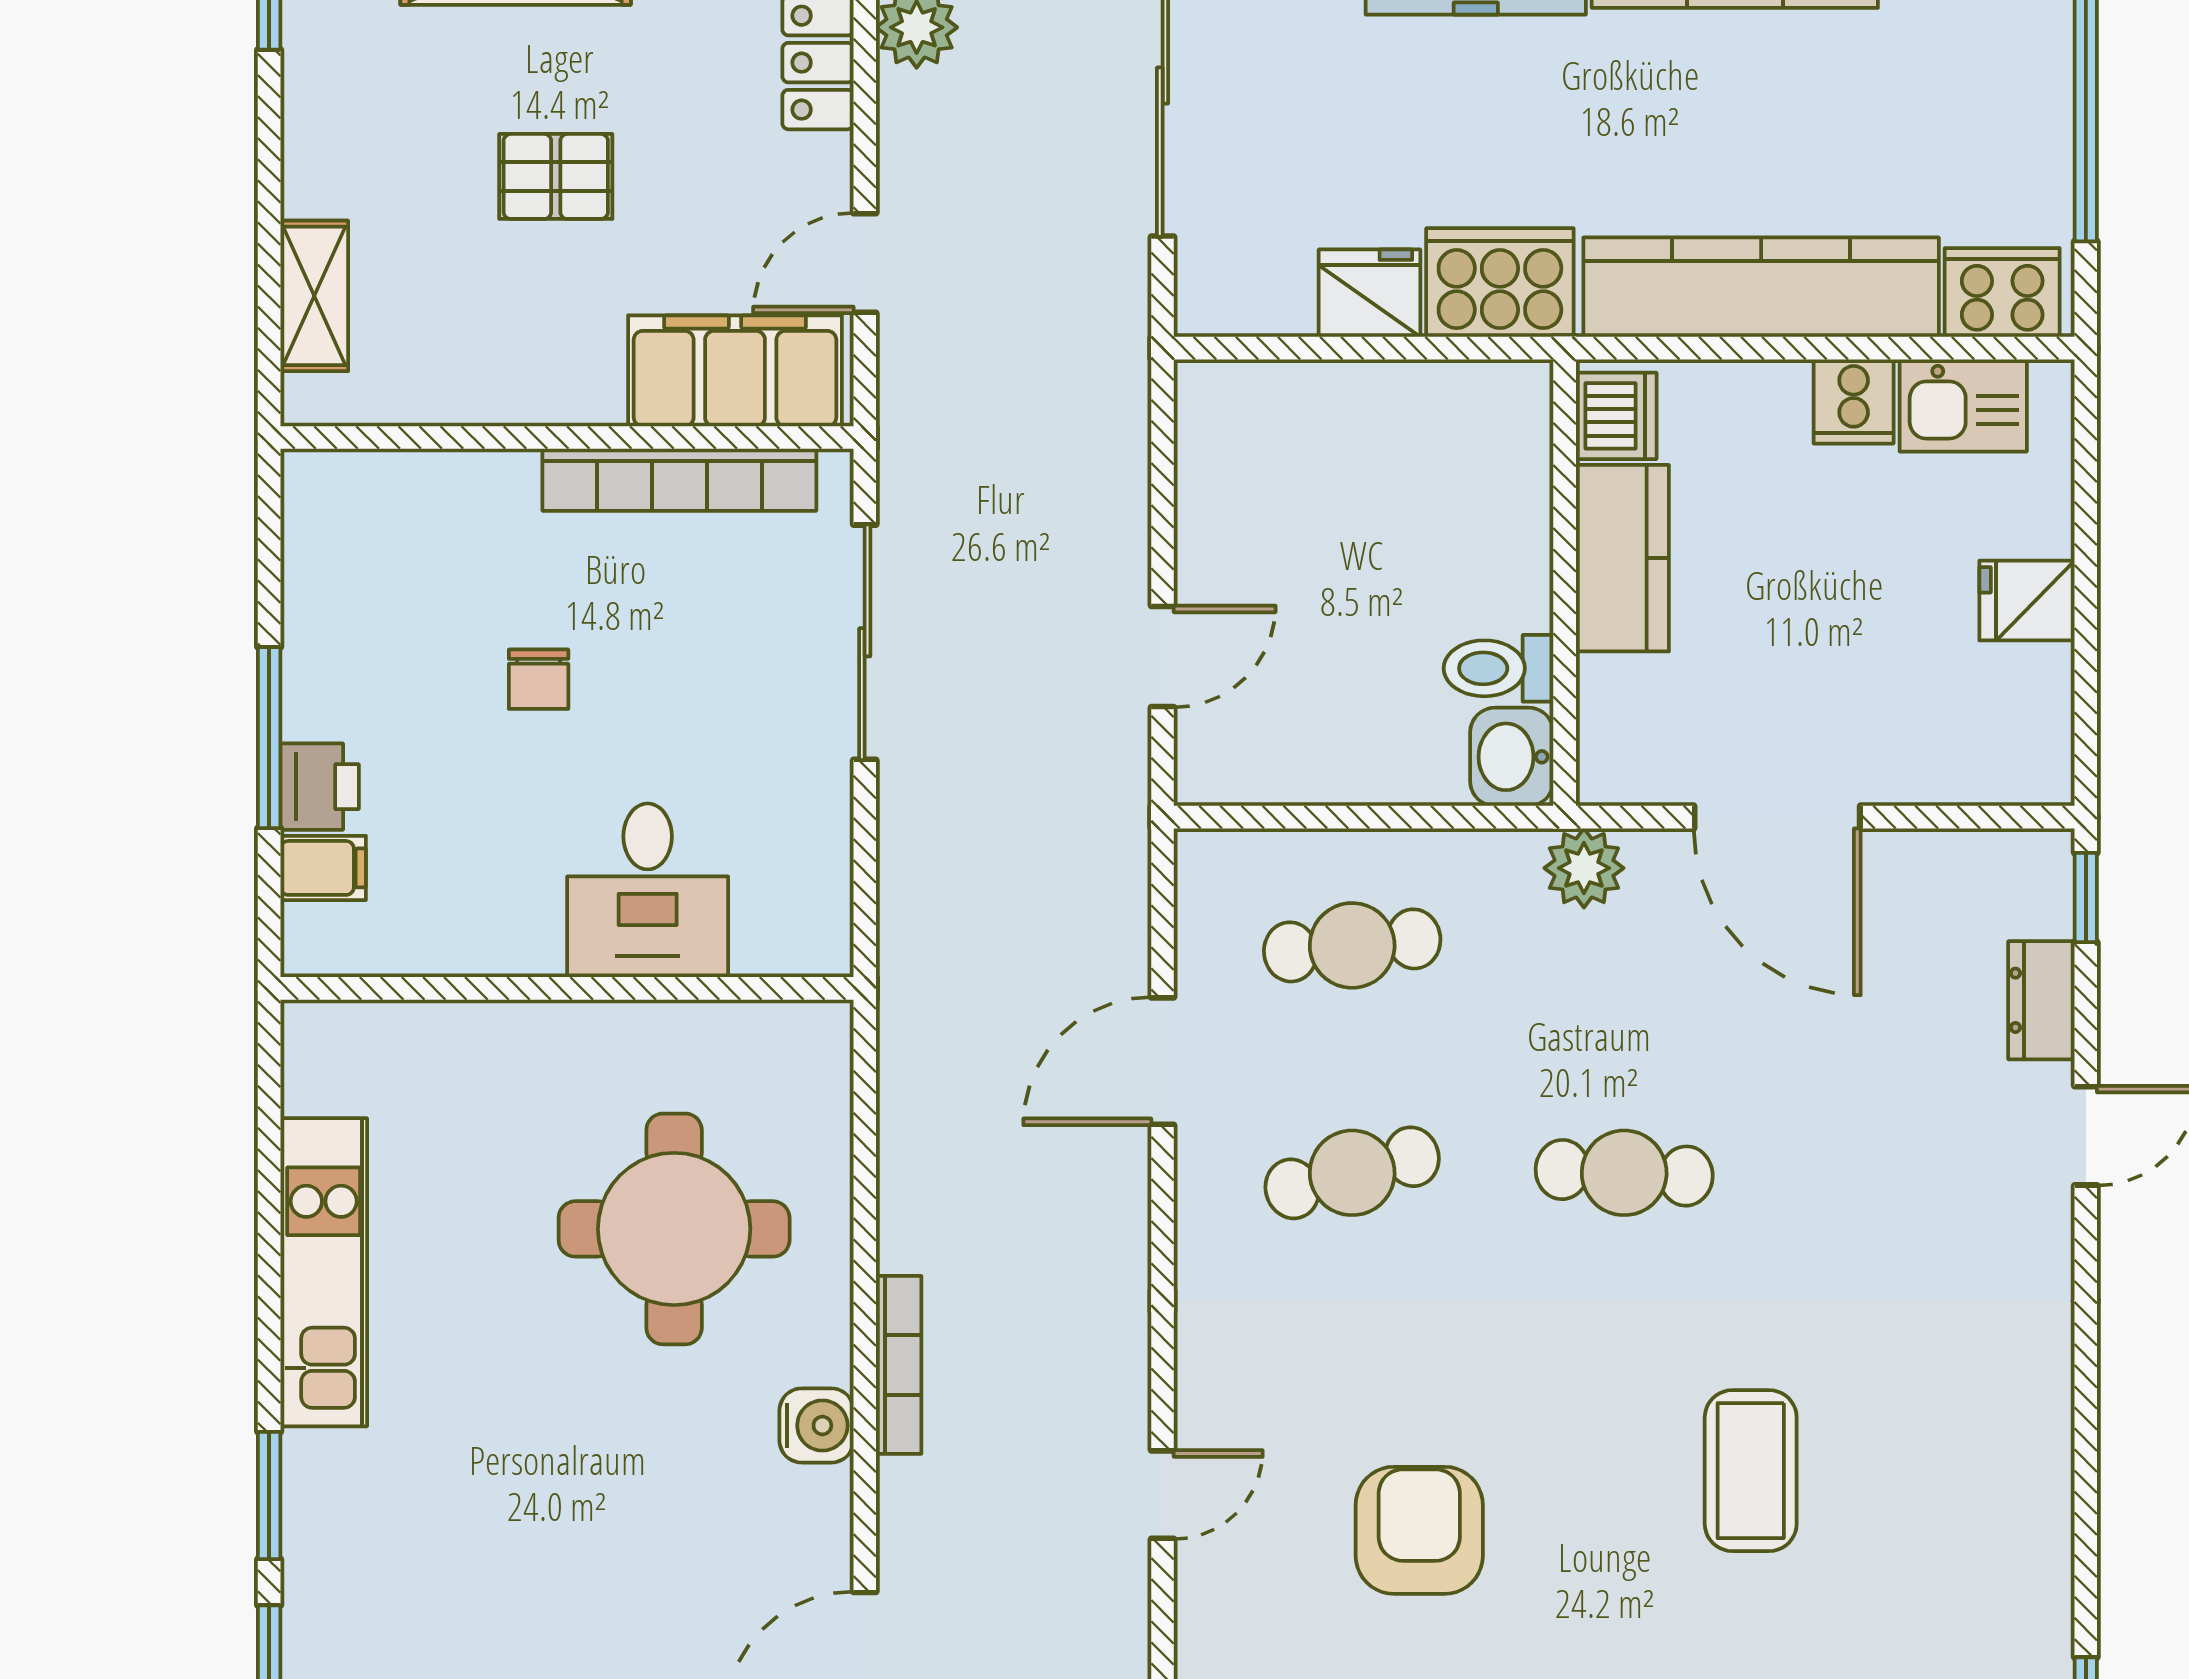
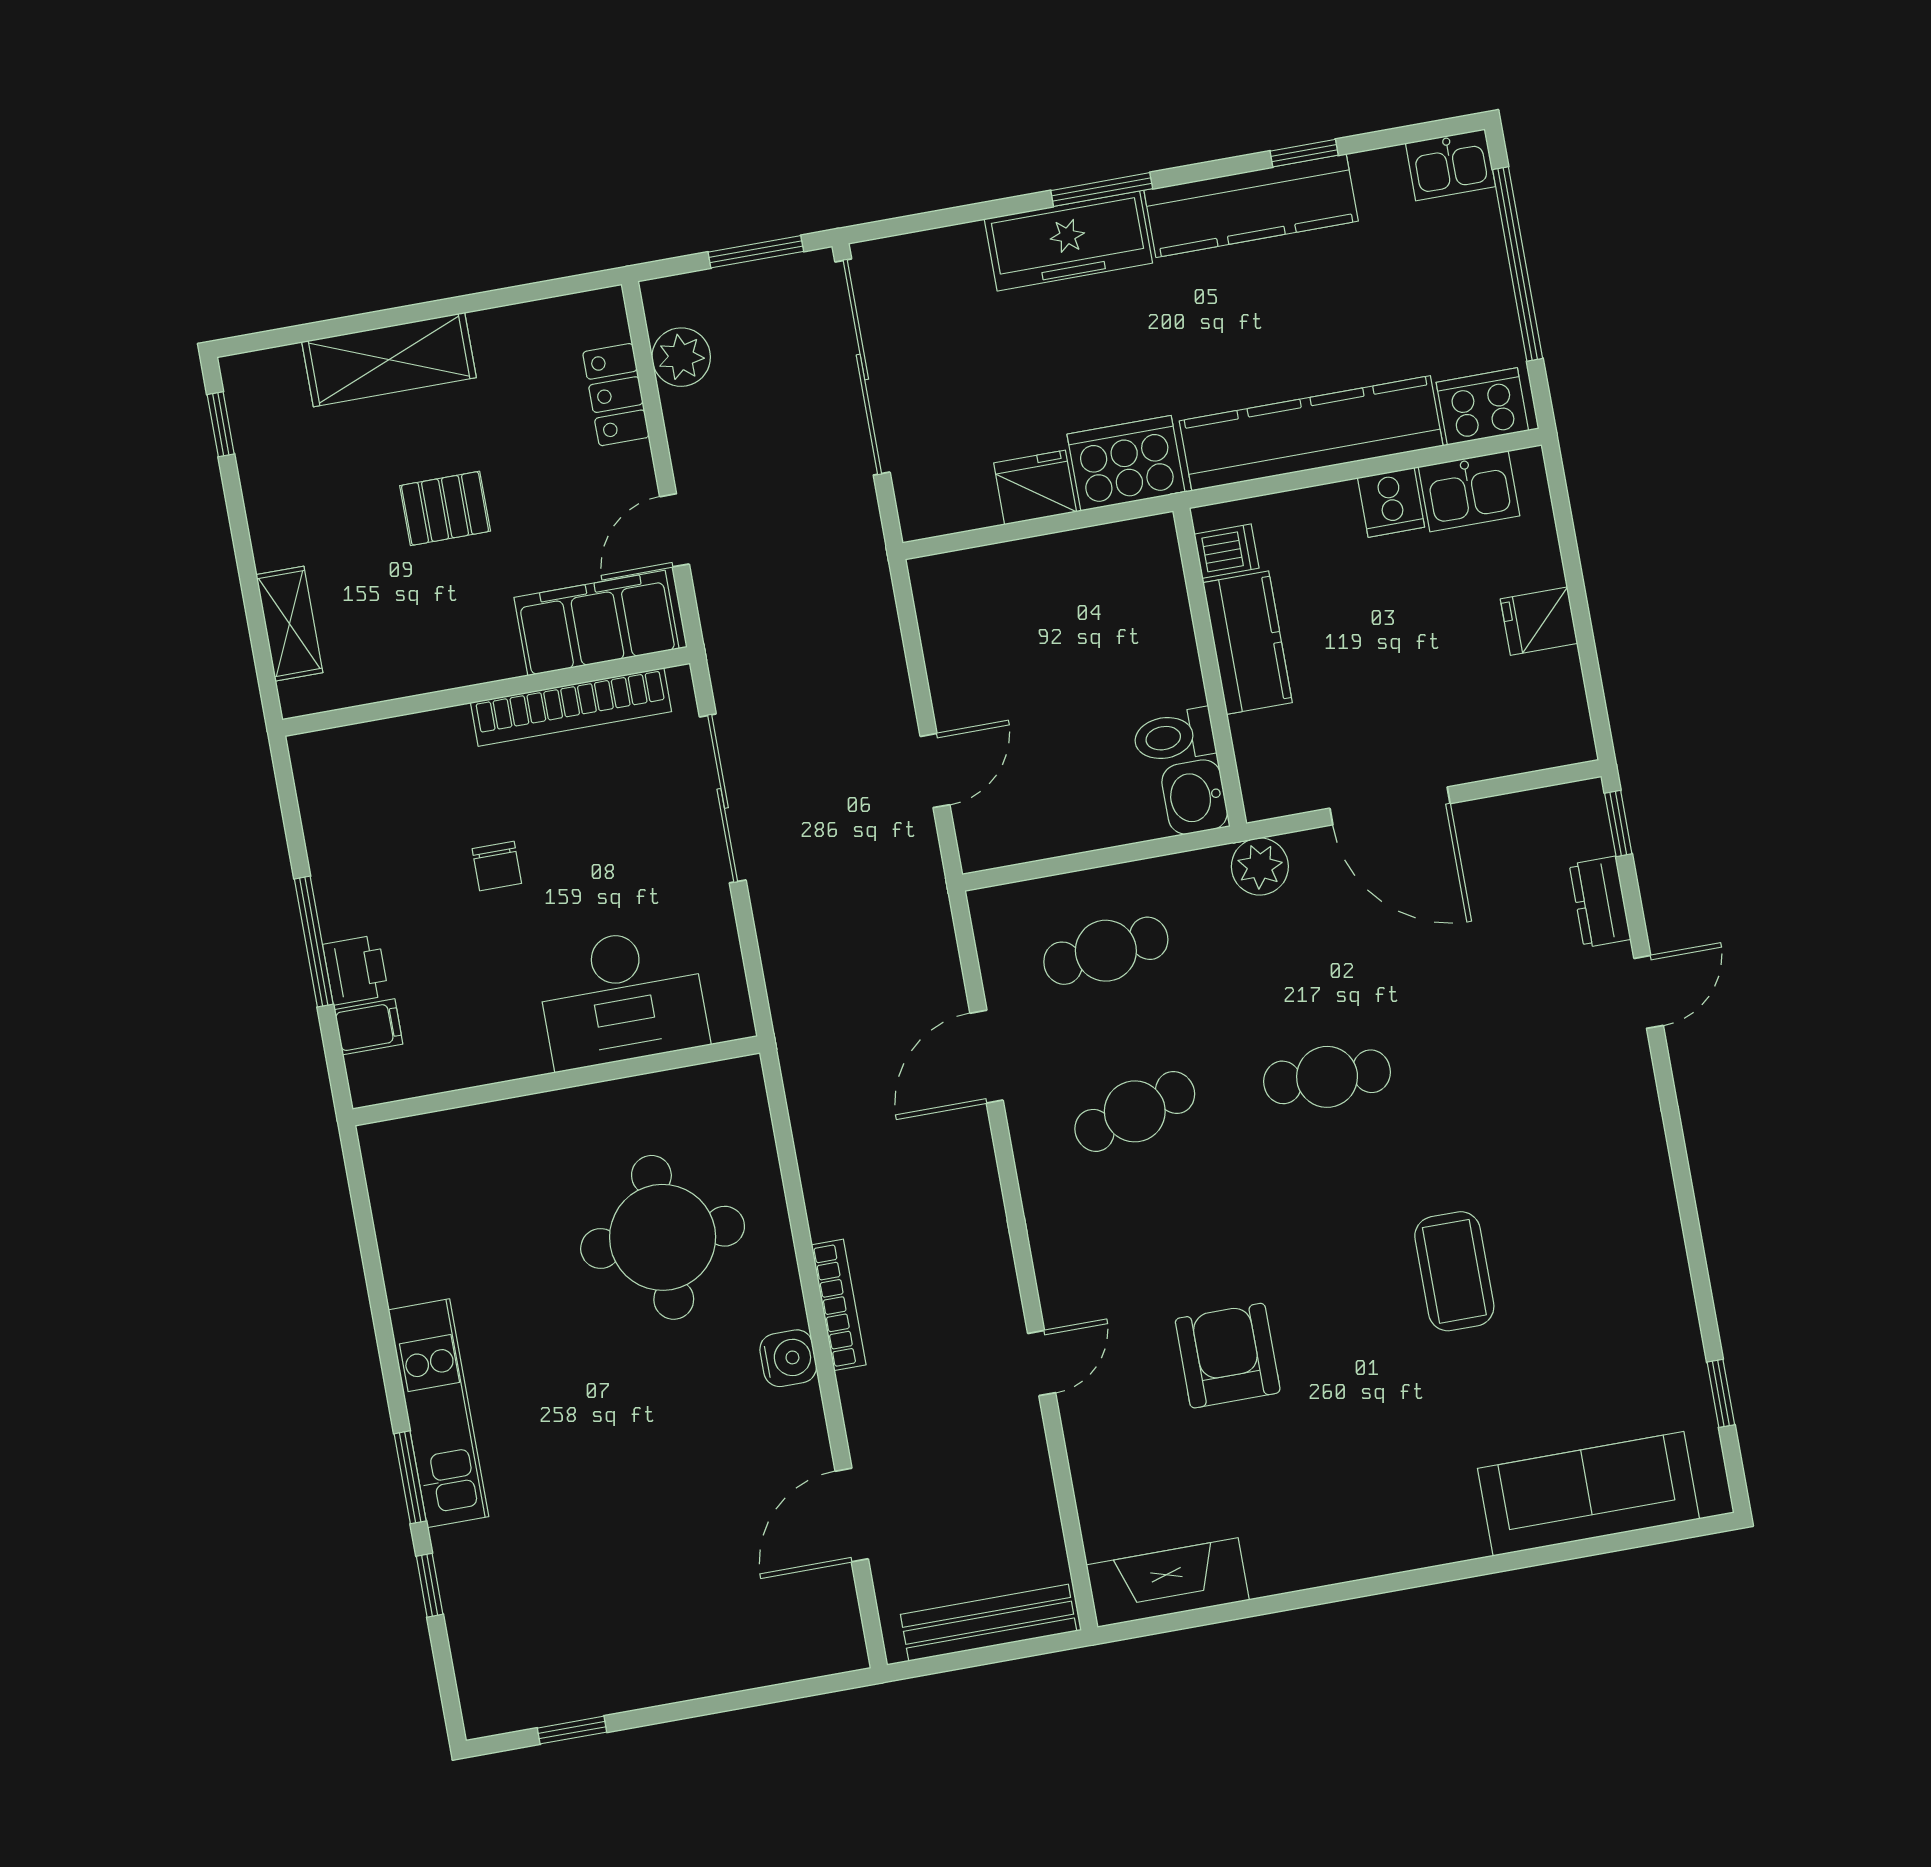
dishwasher: (1616, 416) -> (1227, 551), width x0.73
desk: (648, 890) -> (622, 998), width x1.37
kitchen unit: (324, 1272) -> (438, 1413), moved

